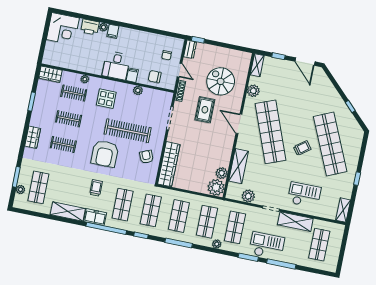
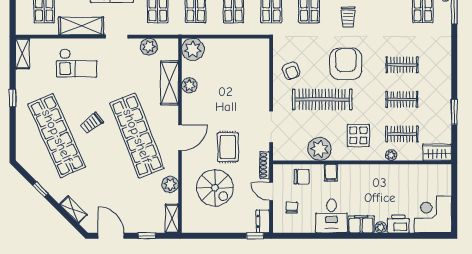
filing cabinet: (113, 31) -> (361, 224), width x2.00
desk: (116, 65) -> (331, 216), moved, turned 180
shelving: (329, 87) -> (73, 210), added
plant: (138, 90) -> (320, 149), width x1.87, depth x1.87
door: (239, 124) -> (180, 138), hinge flipped
wardrobe: (33, 137) -> (443, 66), removed
wardrobe: (169, 164) -> (260, 67), removed
plant: (222, 173) -> (189, 85), moved

